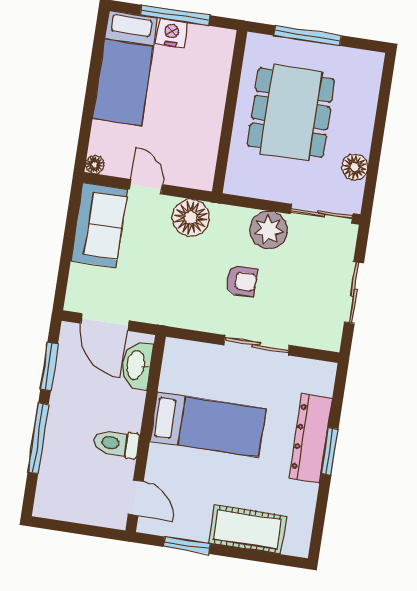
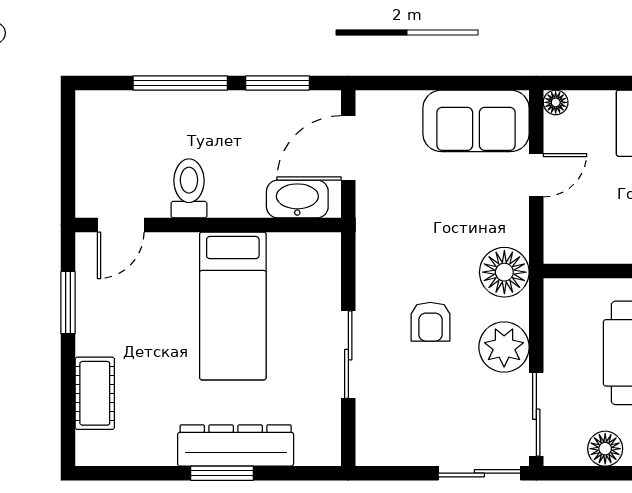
floor lamp: (191, 218) -> (504, 272), moved
sliding door: (354, 293) -> (479, 473), moved
cot: (248, 529) -> (95, 393), width x0.73, depth x0.75

